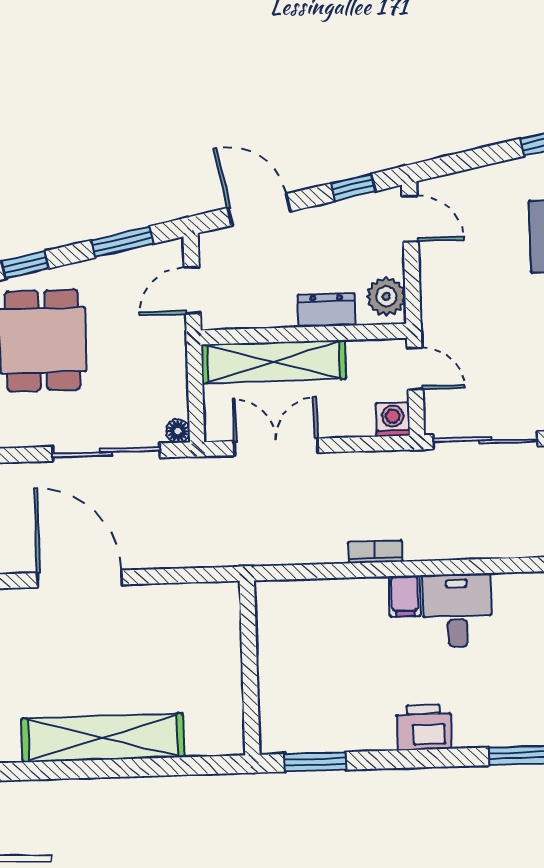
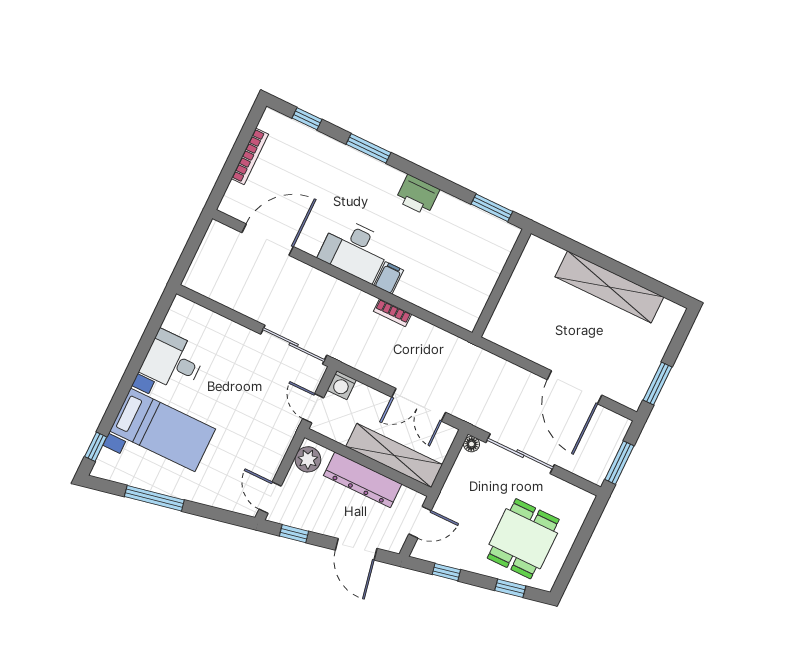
window: (122, 242) -> (446, 572), width x0.67
dresser: (326, 310) -> (363, 480), width x1.96, depth x1.24
desk: (457, 610) -> (355, 250), width x1.37

